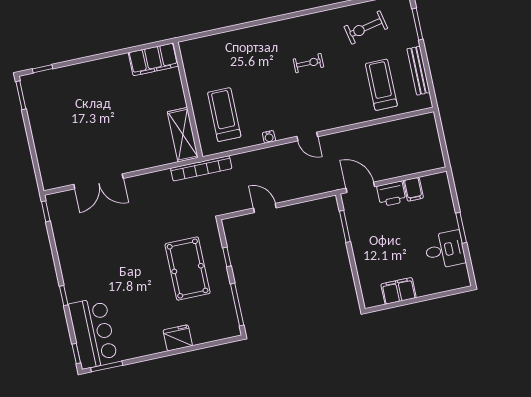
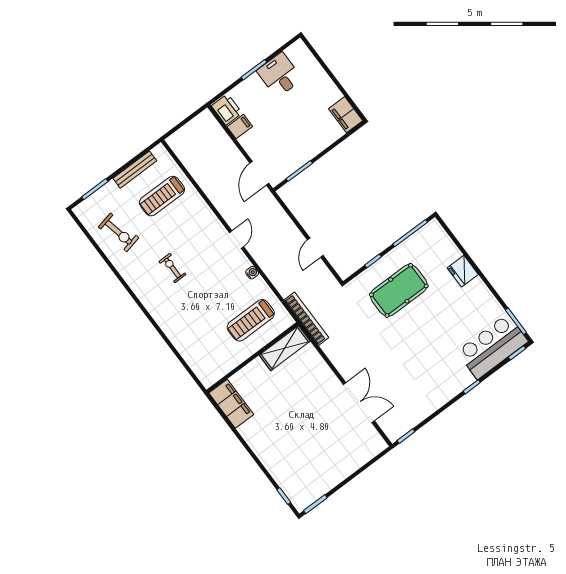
printer: (391, 194) -> (227, 109), moved
filing cabinet: (399, 291) -> (346, 115), moved

